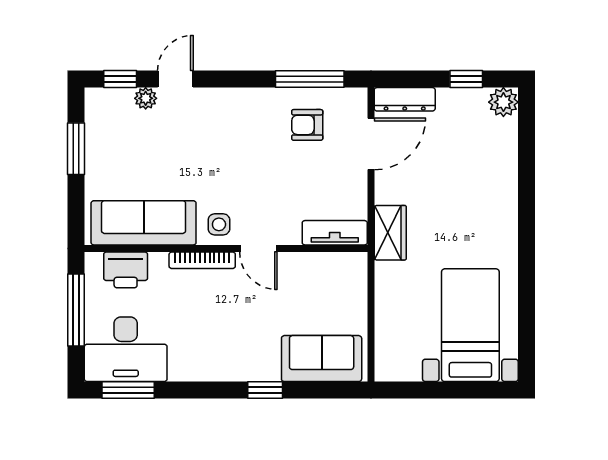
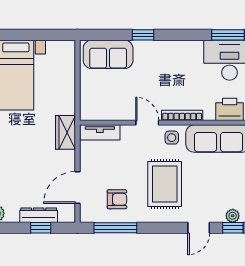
window: (466, 79) -> (41, 228), moved
plant: (146, 98) -> (233, 216), moved
dresser: (405, 99) -> (39, 215), moved
rug: (230, 150) -> (165, 184), added

